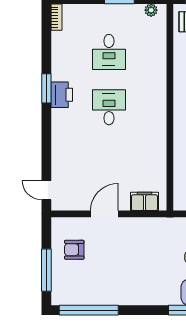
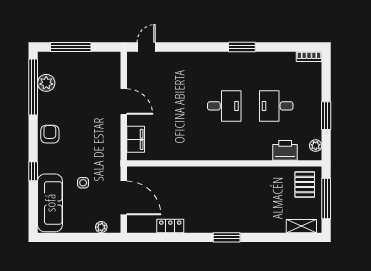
printer: (62, 95) -> (285, 150), moved, turned 180
armchair: (74, 250) -> (50, 134), moved
plant: (85, 296) -> (46, 83), added

